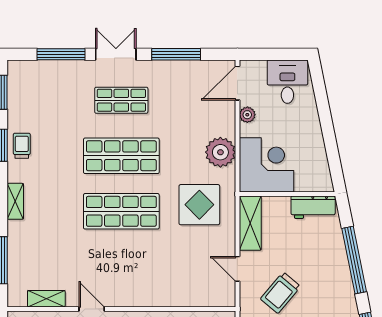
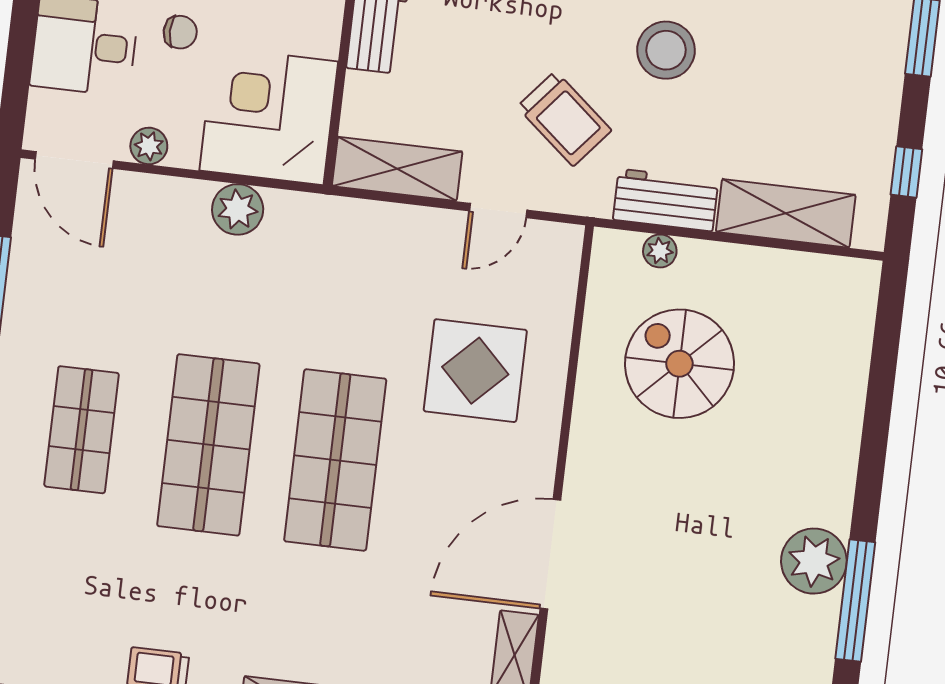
chair: (298, 122) -> (180, 32), added
plant: (220, 152) -> (238, 209), width x0.73, depth x0.73
display table: (199, 205) -> (475, 371), moved
door: (92, 309) -> (550, 554), width x1.87

